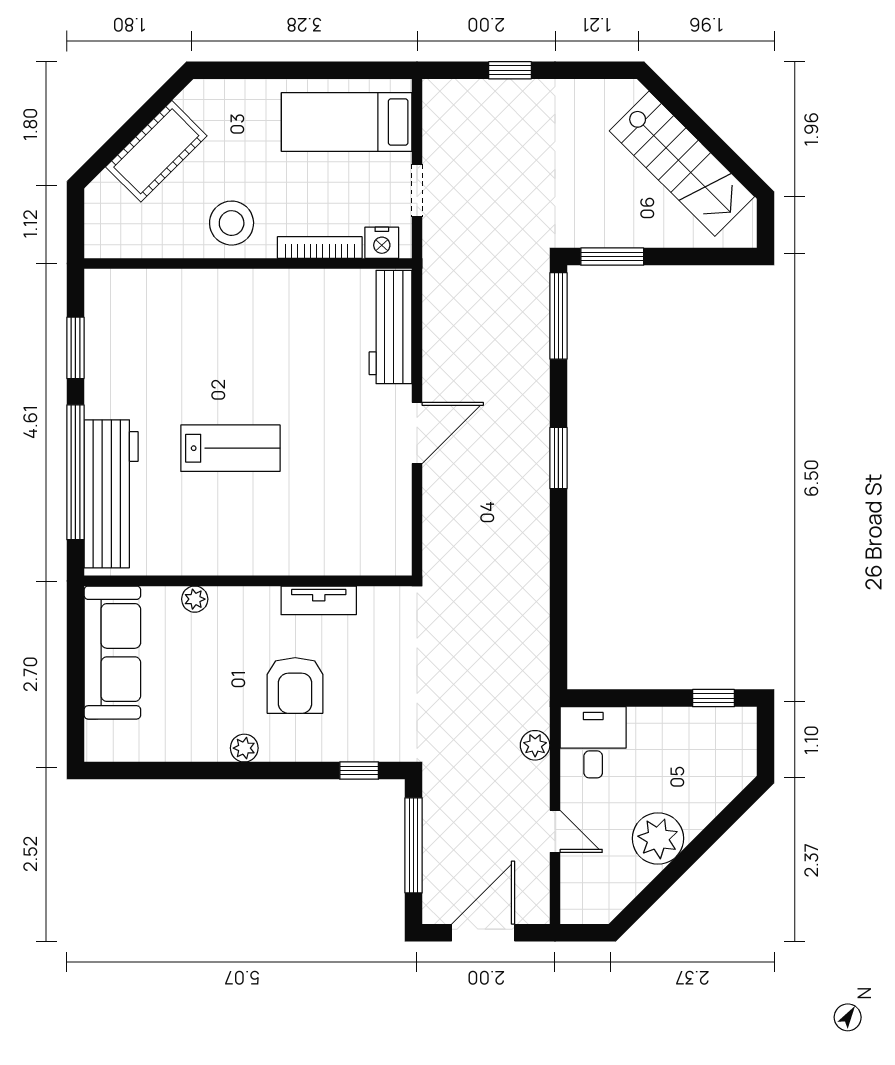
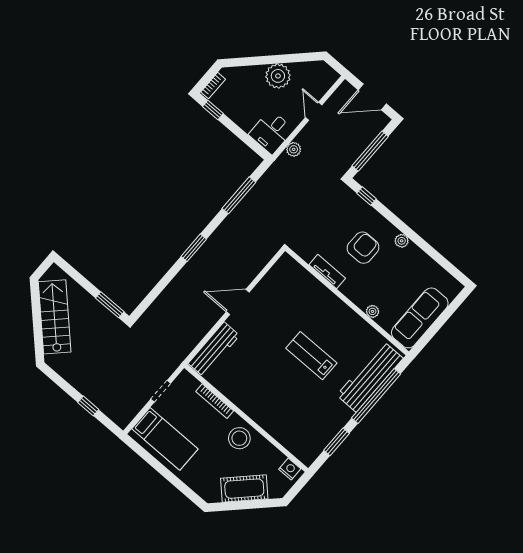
nightstand: (382, 243) -> (290, 469), moved
window: (558, 316) -> (239, 195), moved
bookcase: (746, 736) -> (213, 86), added

